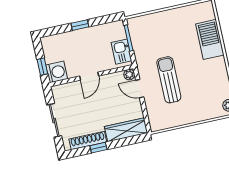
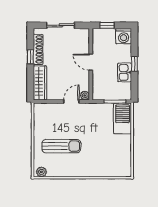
barbecue: (210, 39) -> (123, 118), moved, turned -90
kitchen sink: (121, 52) -> (125, 72), moved, turned -90
washing machine: (57, 72) -> (124, 36), moved
sun lounger: (169, 80) -> (61, 146), moved

